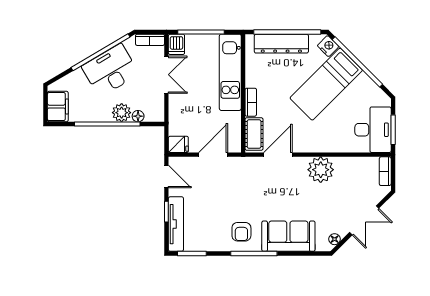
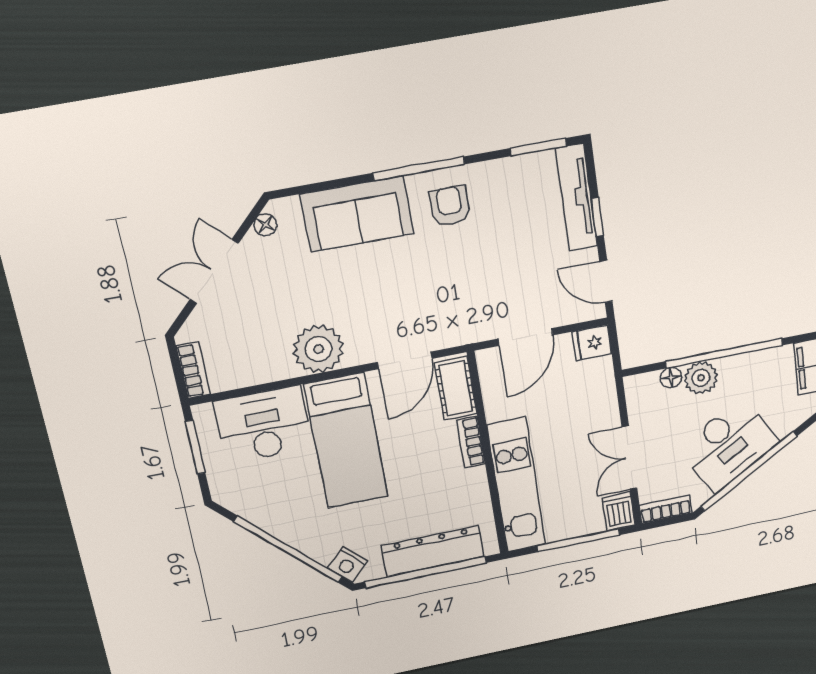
bed: (326, 84) -> (346, 441), moved, turned 135
desk: (373, 130) -> (263, 425), moved, turned 90

